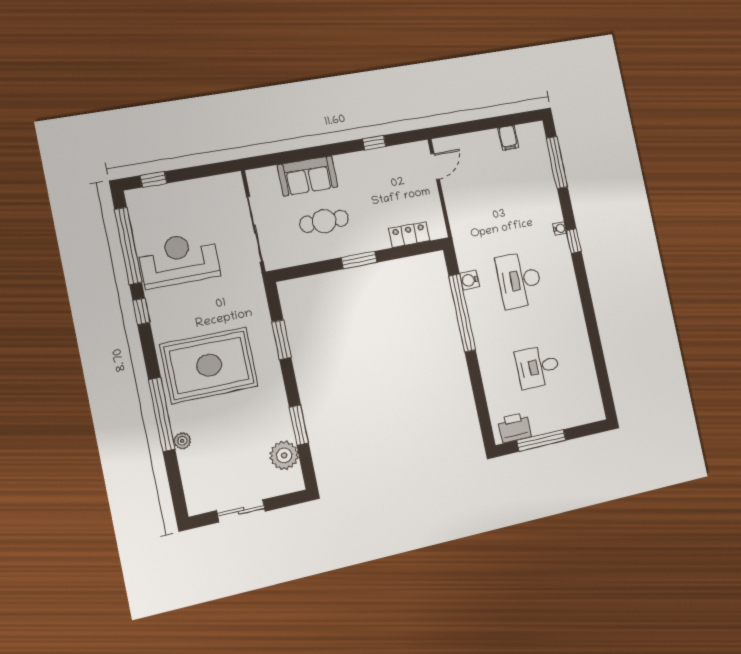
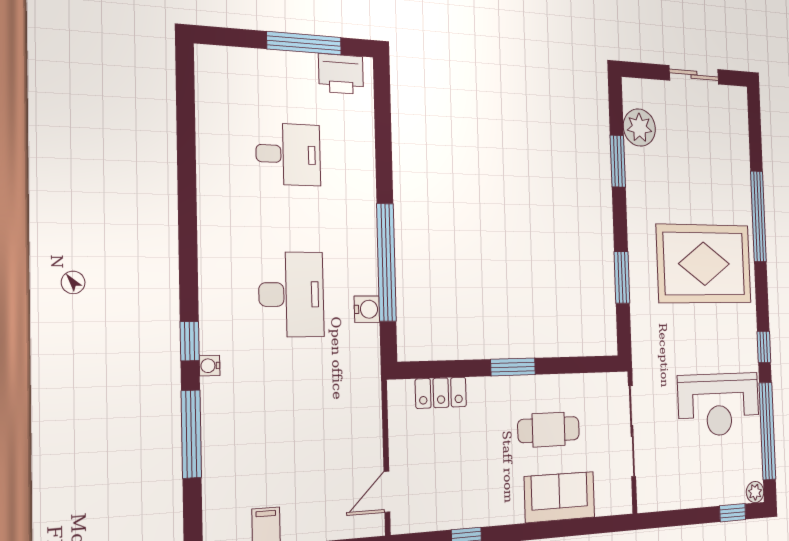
window: (557, 162) -> (191, 434), moved
plant: (182, 441) -> (755, 492), moved

